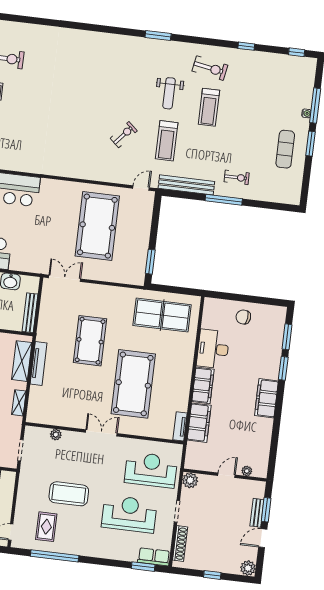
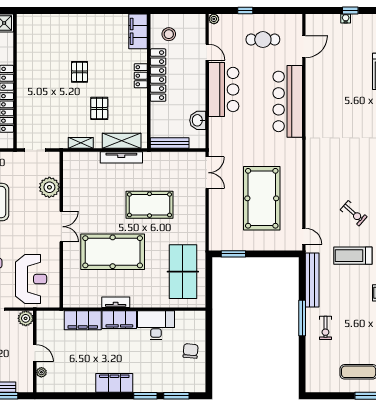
pool table: (97, 226) -> (262, 198), turned 90
tv unit: (180, 426) -> (116, 302), moved
plant: (56, 435) -> (49, 187), width x1.88, depth x1.88

